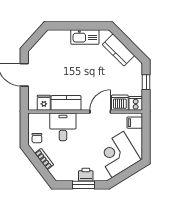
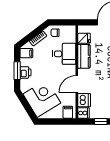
door: (100, 112) -> (77, 84), swing flipped
filing cabinet: (62, 173) -> (26, 53), added

